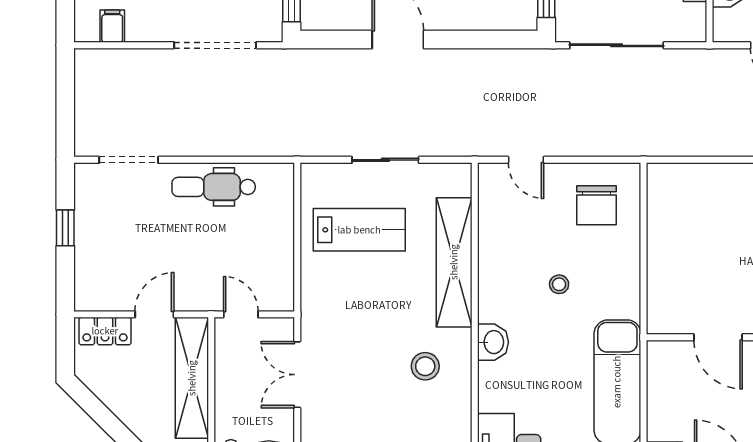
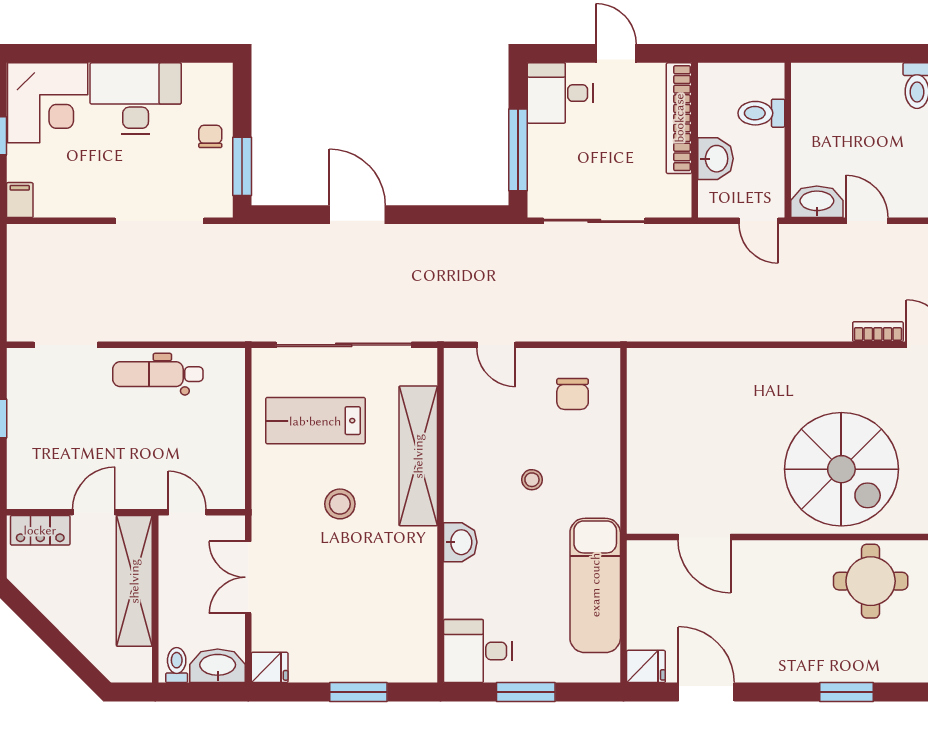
filing cabinet: (112, 26) -> (20, 200), moved
sliding door: (385, 160) -> (344, 345), width x1.86
chair: (597, 205) -> (573, 394), width x0.73, depth x0.73
lab bench: (359, 230) -> (315, 421), turned 180
stool: (425, 366) -> (340, 504), moved

